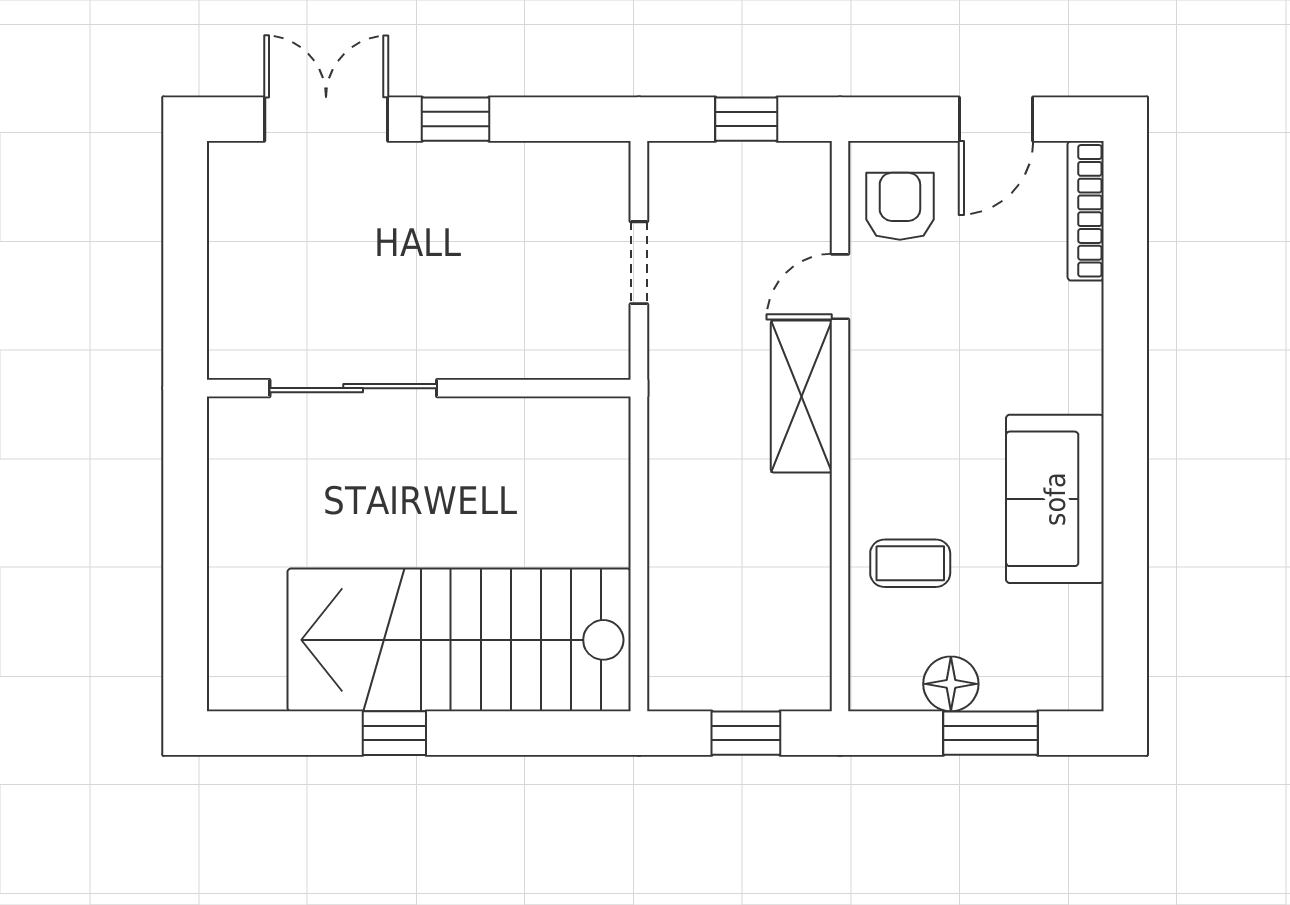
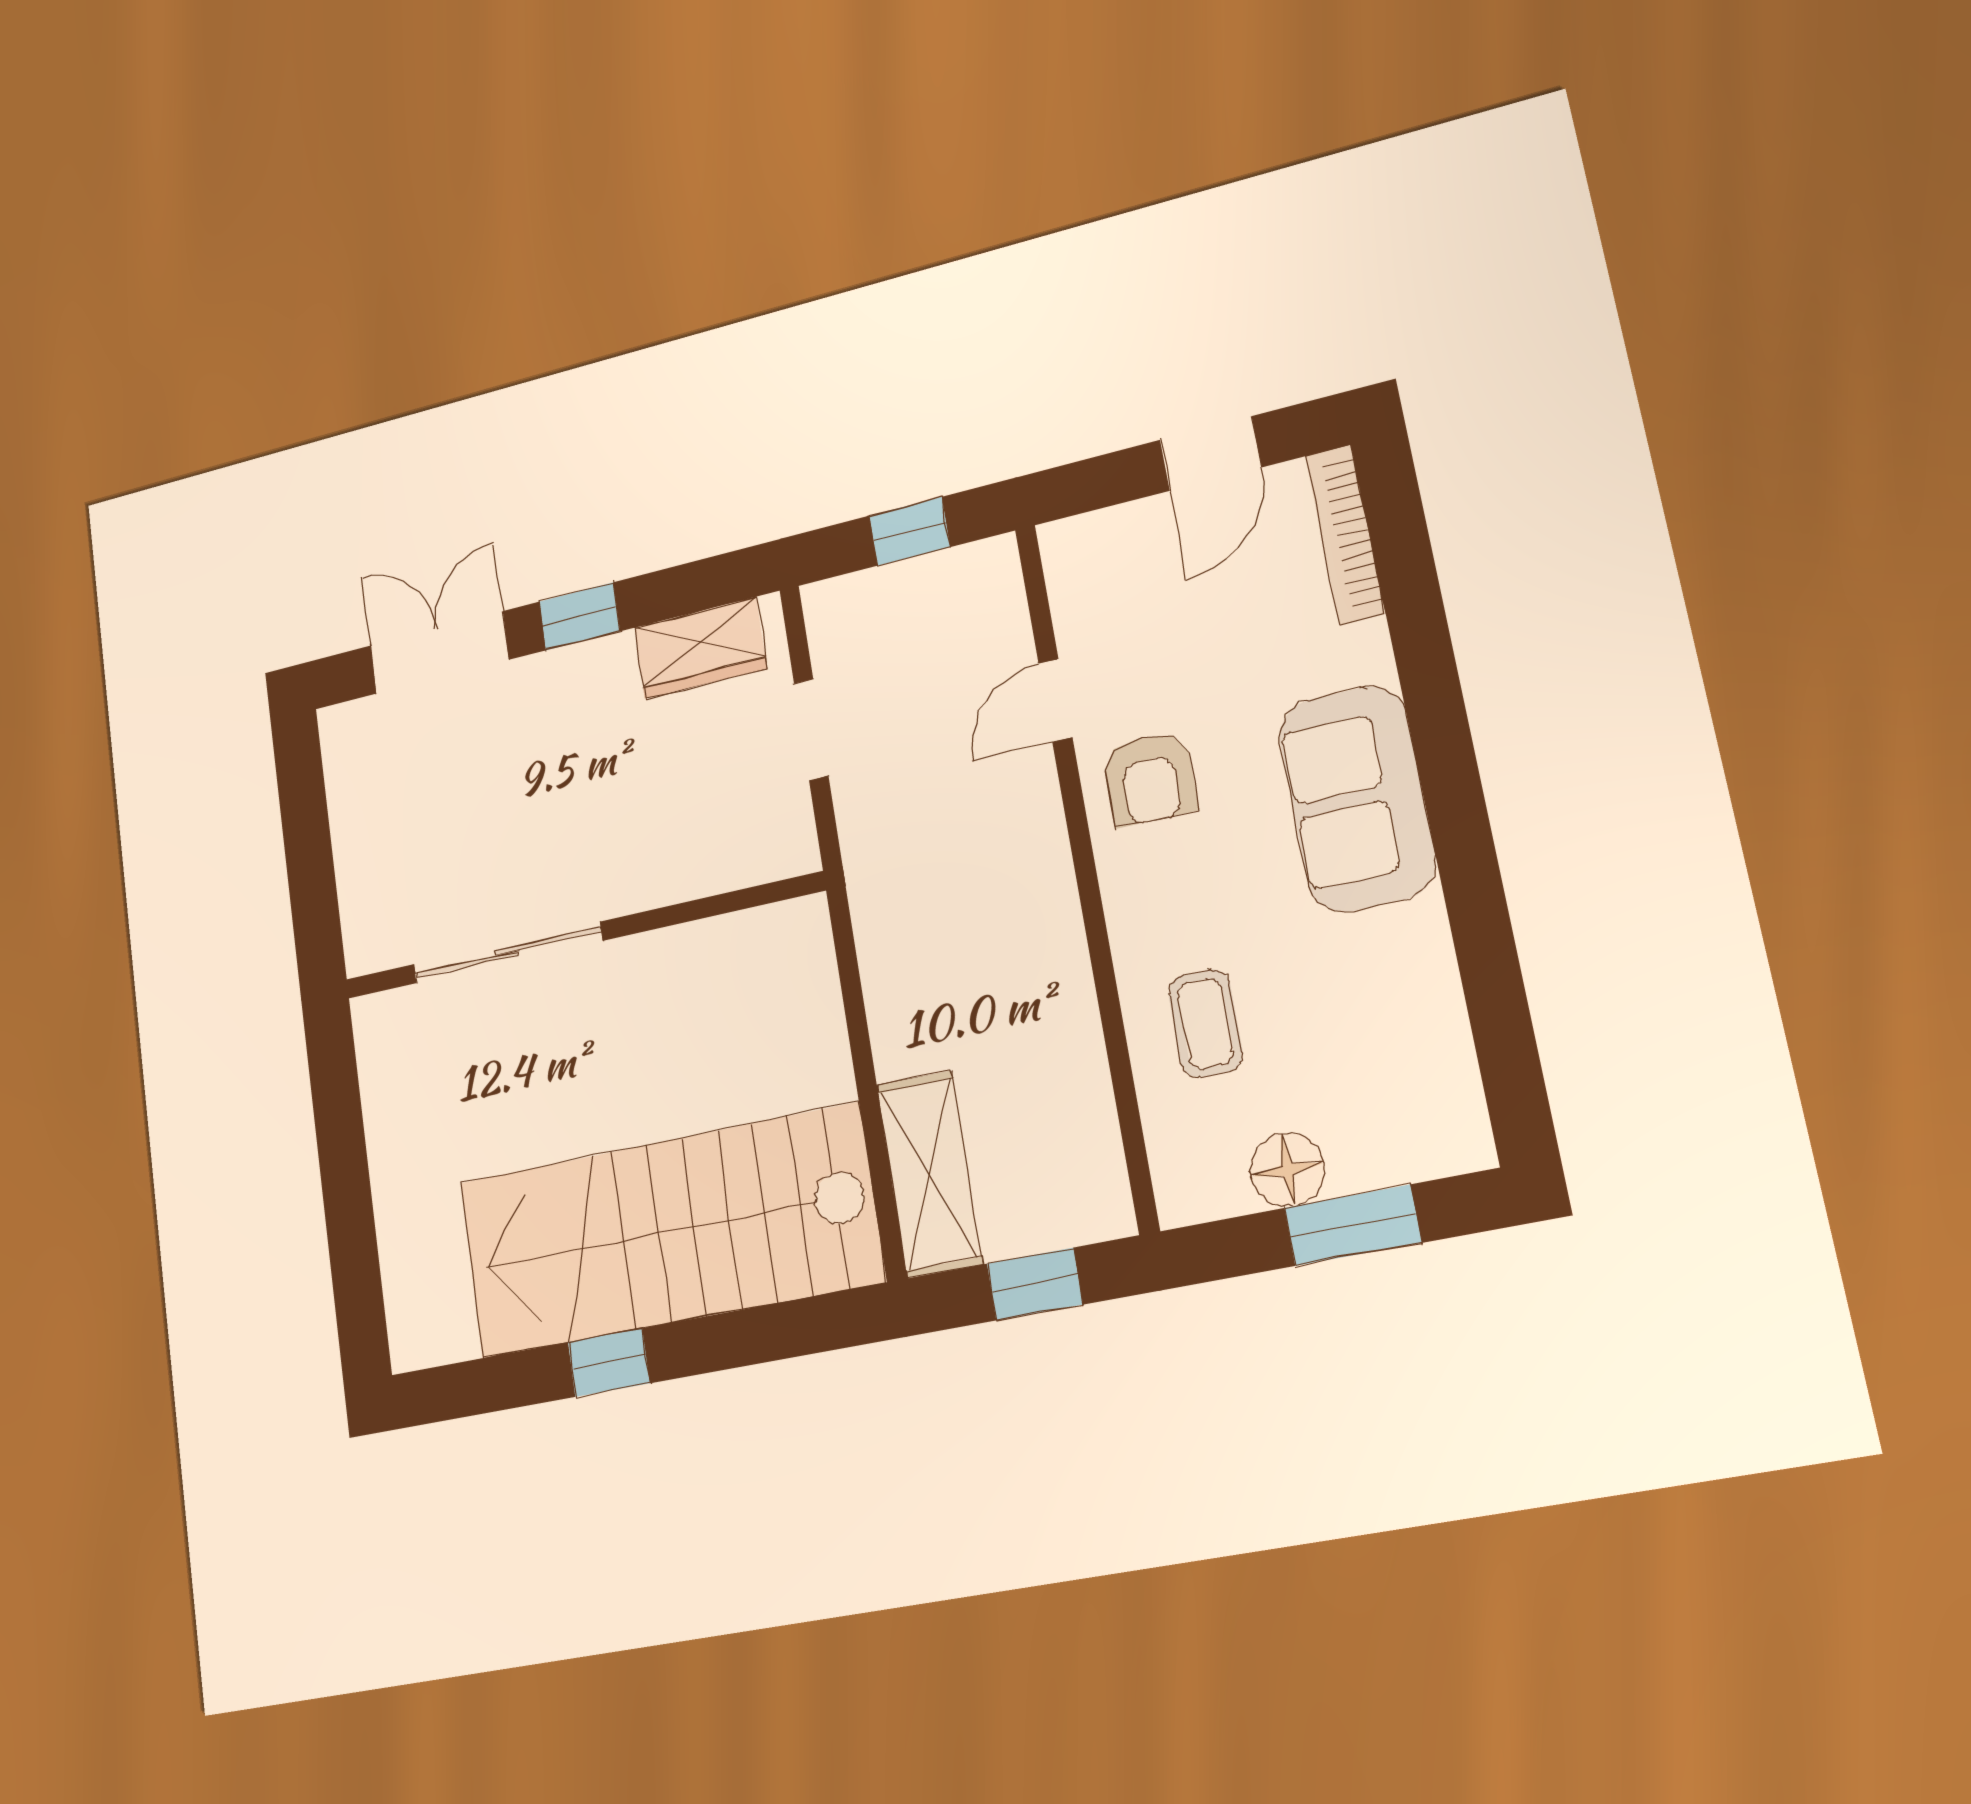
wardrobe: (556, 172) -> (700, 648), added
armchair: (900, 206) -> (1150, 778), moved, turned 180
shelving: (801, 396) -> (929, 1174), moved
sofa: (1055, 499) -> (1357, 799), moved
coffee table: (910, 563) -> (1205, 1024), turned 90

